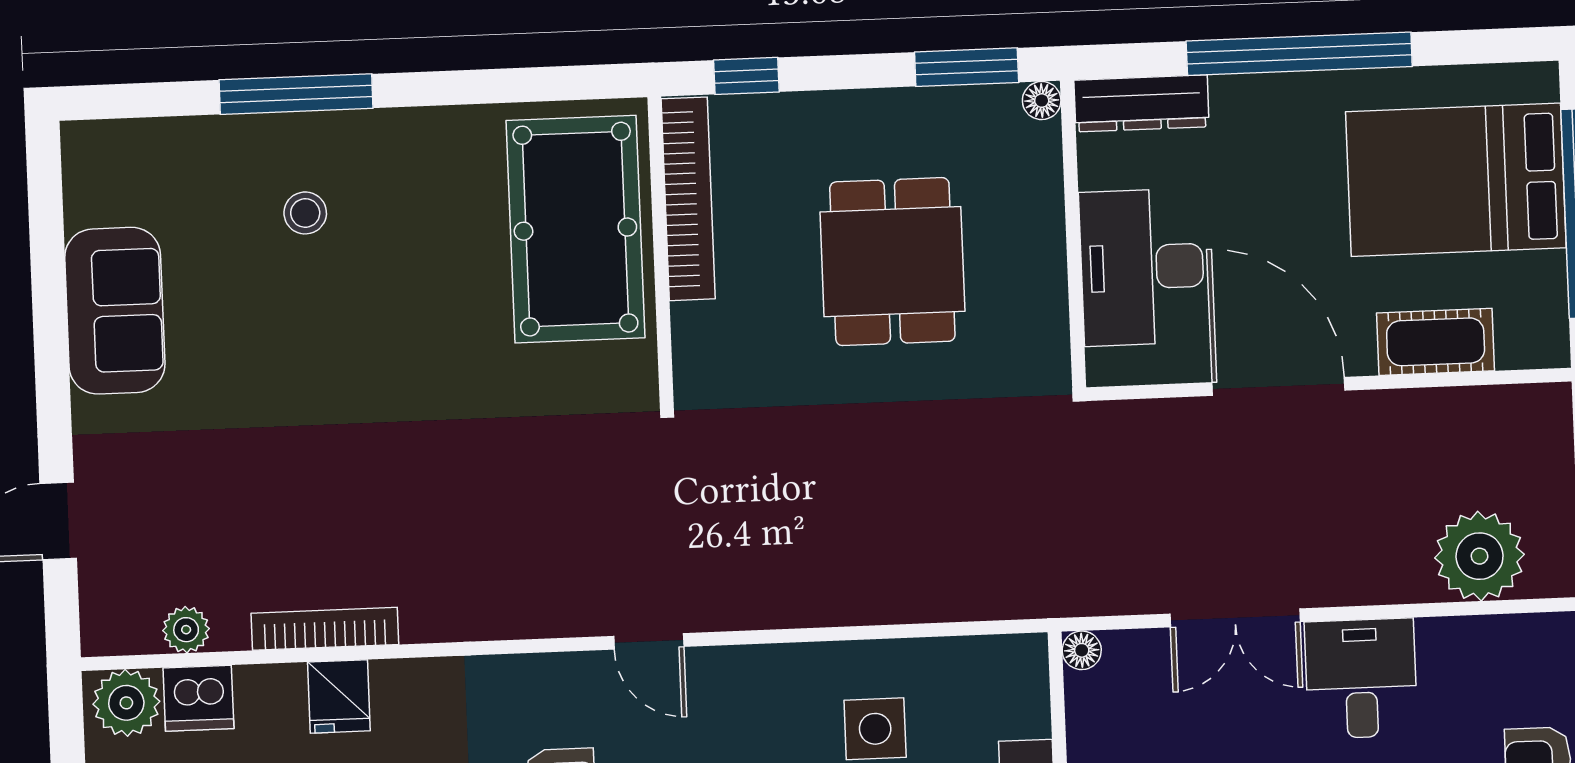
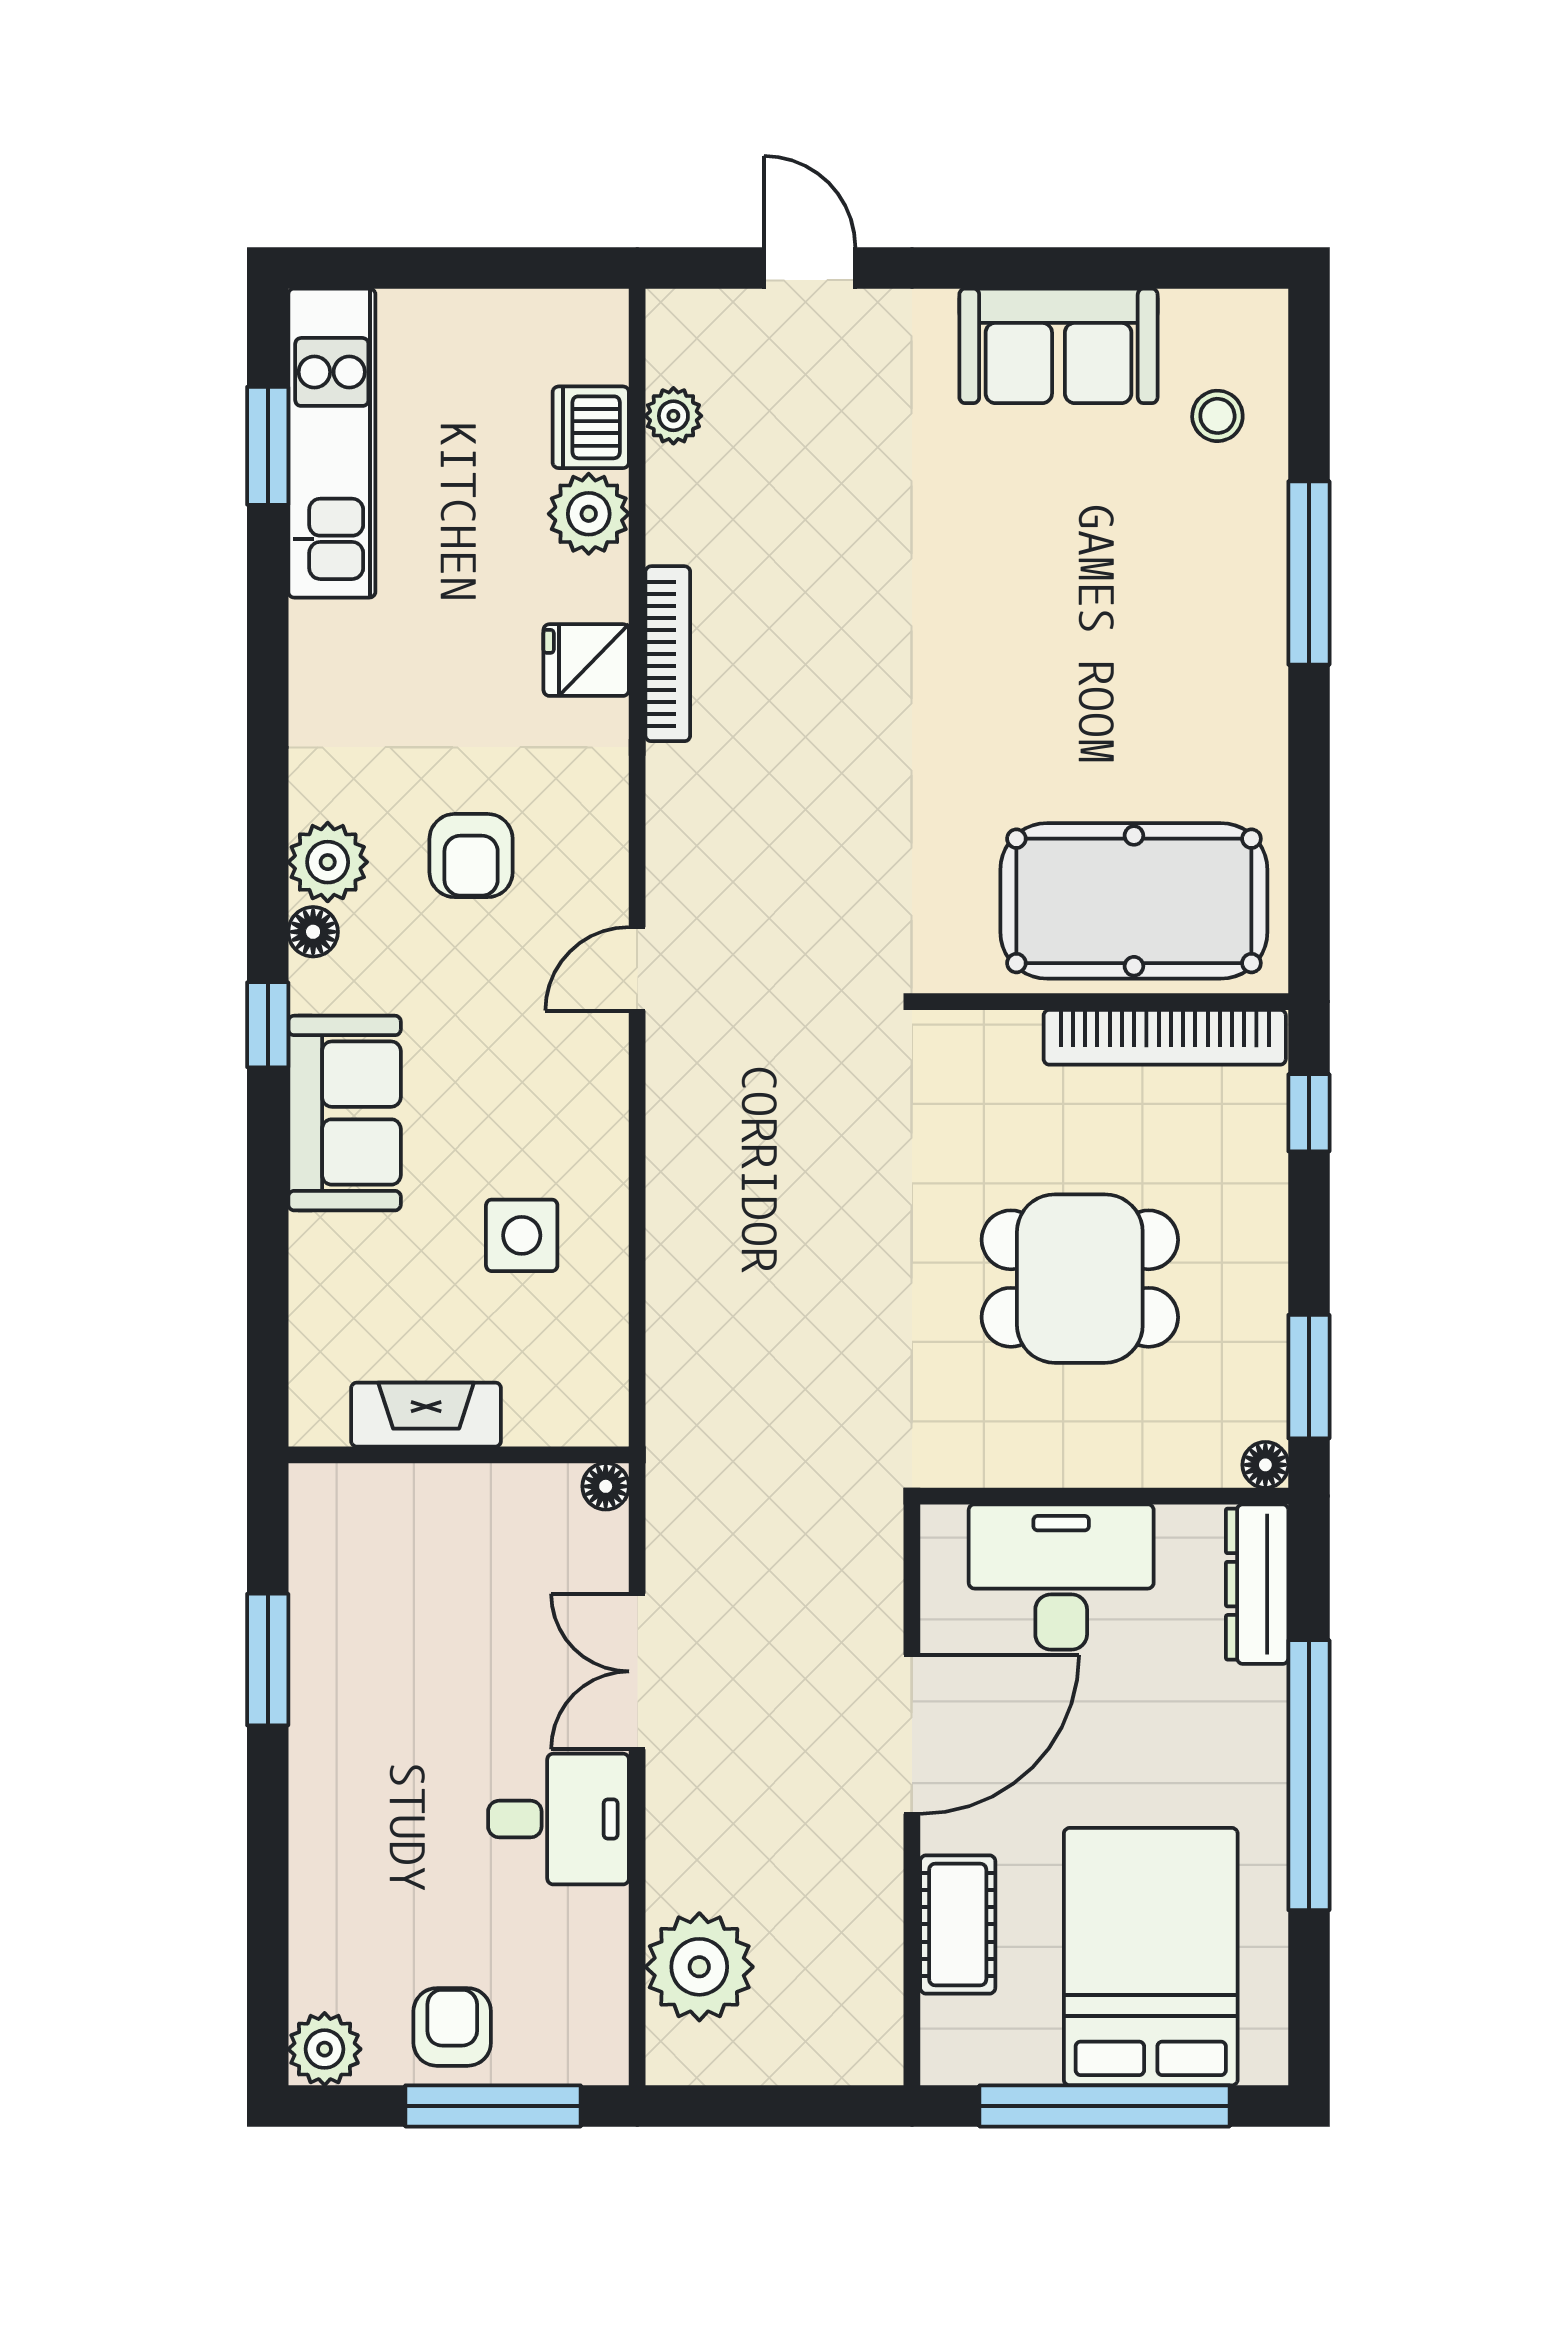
stool: (305, 213) -> (1217, 416), moved
bookcase: (325, 629) -> (668, 654), moved
fridge: (339, 696) -> (586, 660), moved
plant: (126, 703) -> (589, 514), moved

